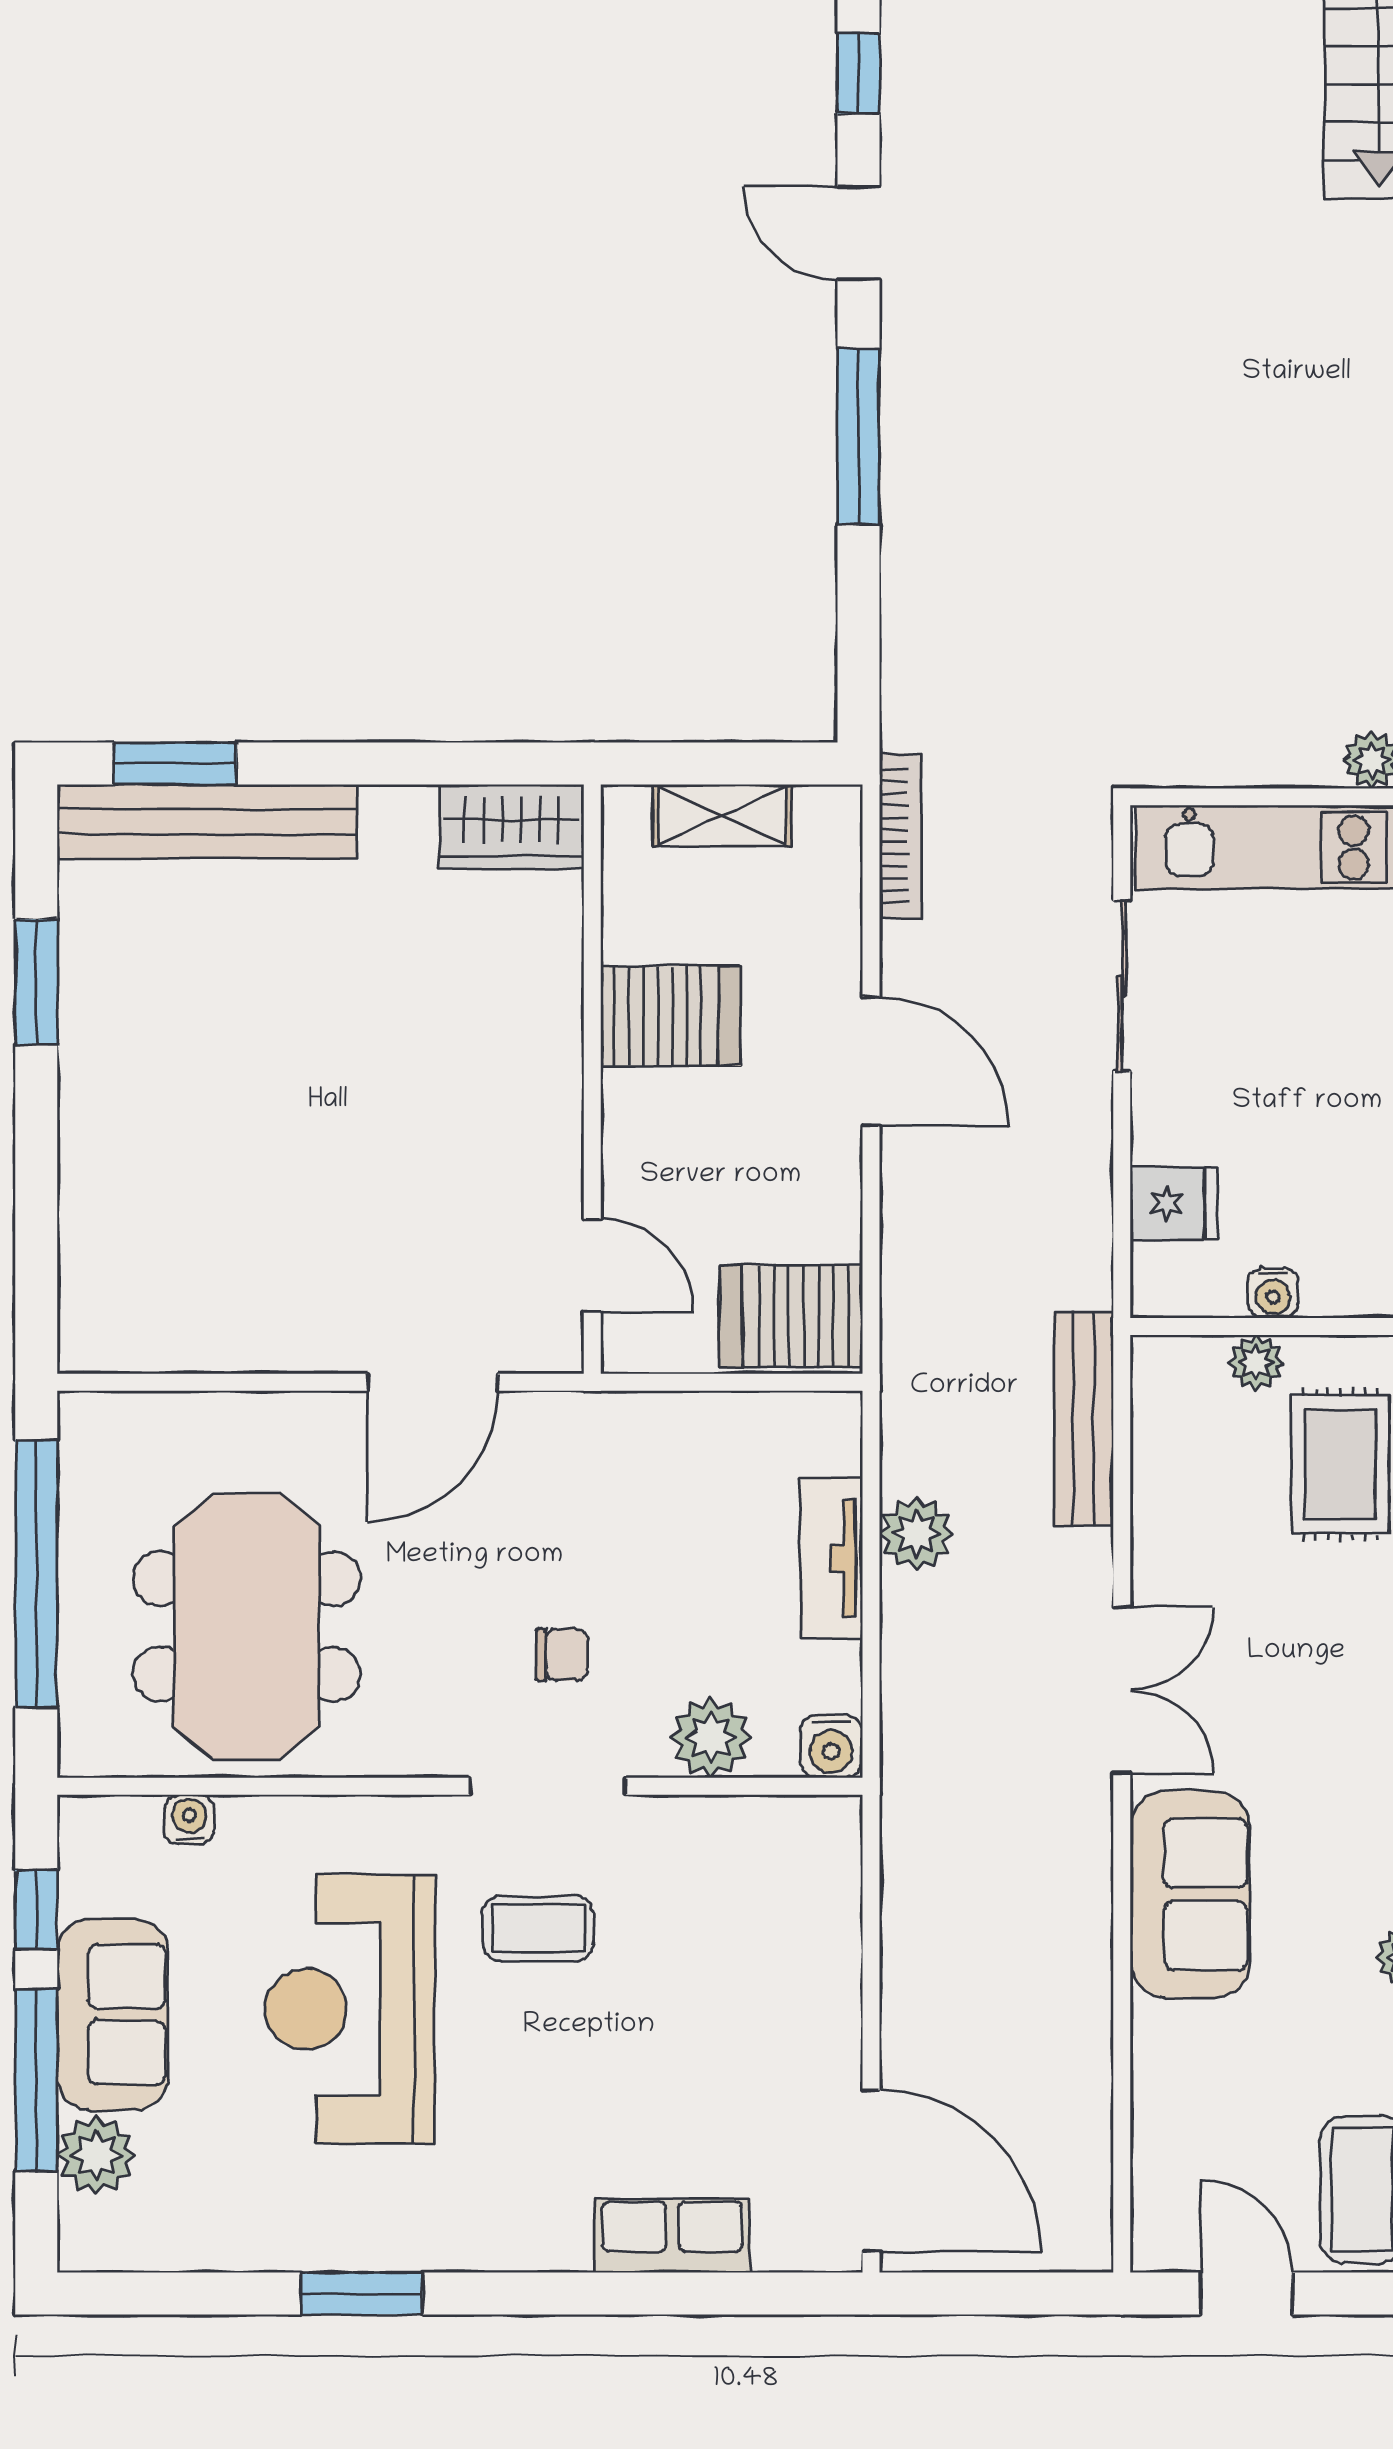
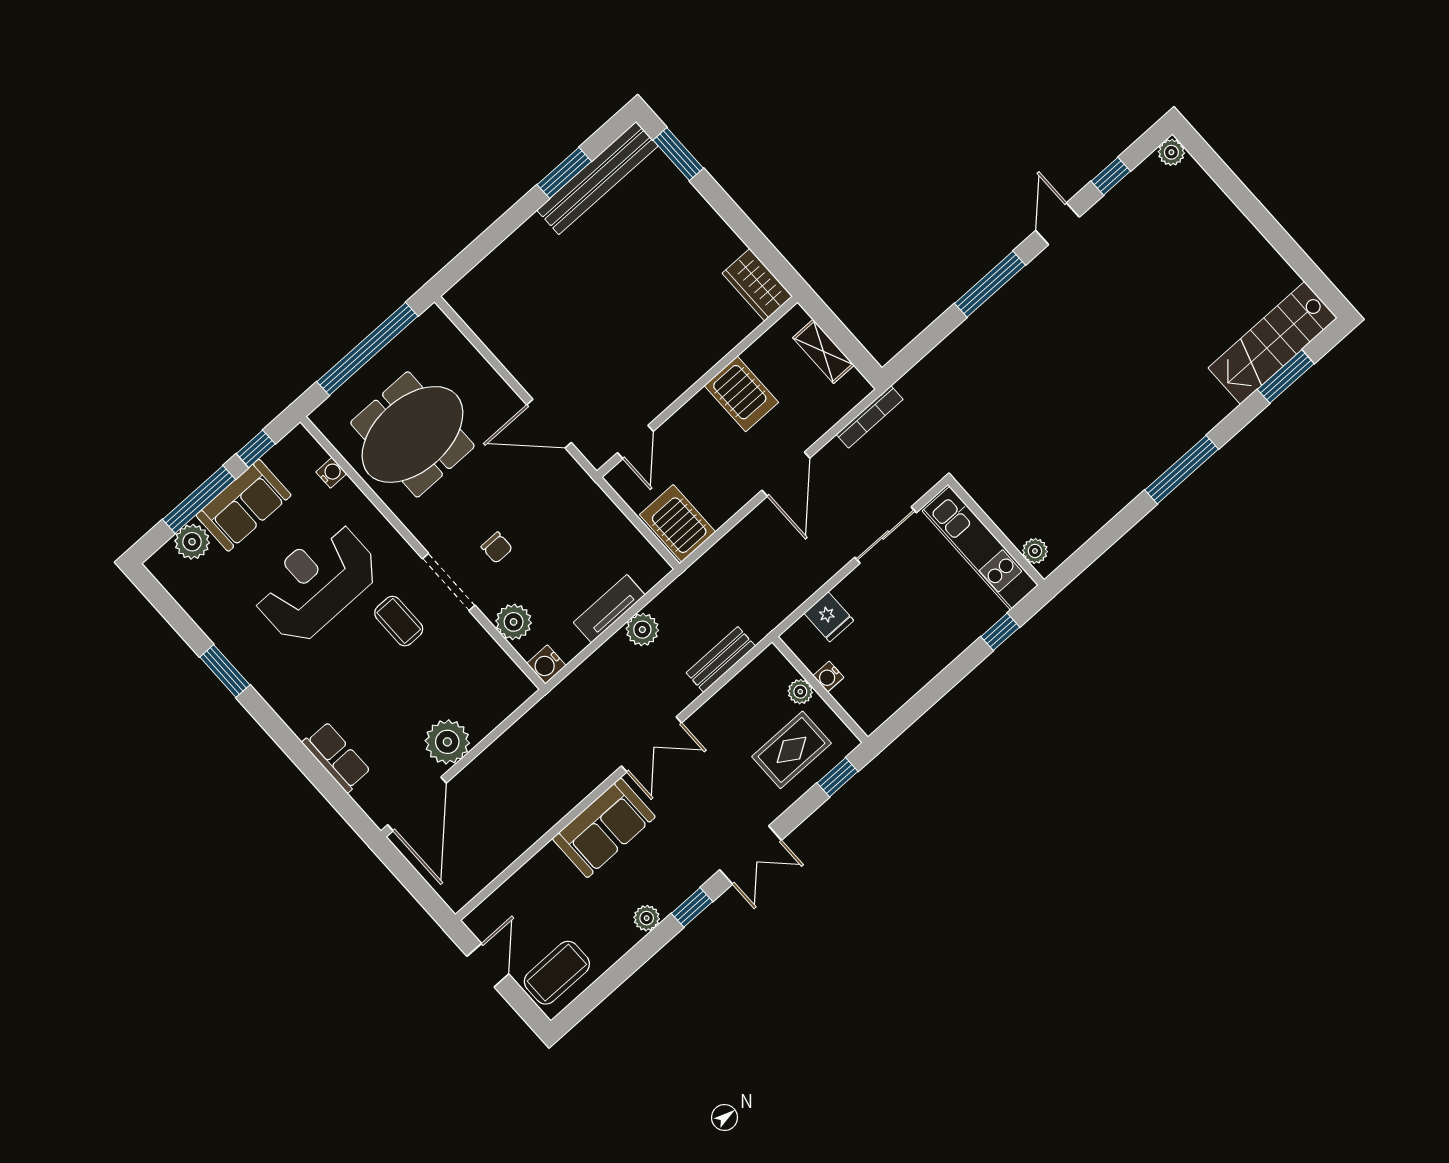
bench: (207, 822) -> (597, 178), moved, turned 90
bench: (1084, 1419) -> (721, 660), width x0.73
plant: (813, 2028) -> (447, 742), added

